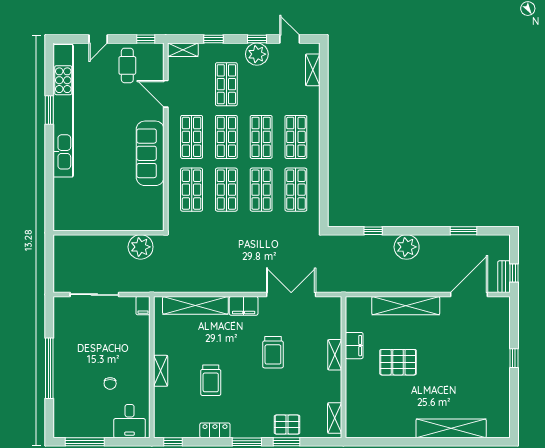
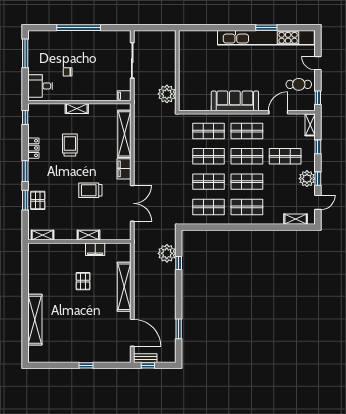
plant: (407, 247) -> (167, 253), moved
pallet: (398, 362) -> (83, 281), width x0.67, depth x0.71
trolley: (211, 380) -> (70, 145), turned 90

